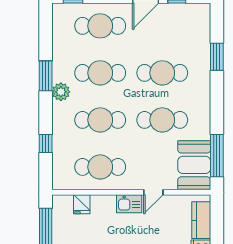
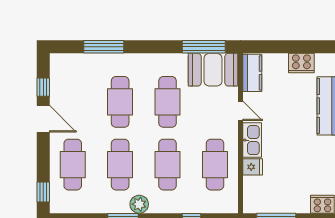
window: (217, 57) -> (104, 47), width x1.44
fridge: (82, 204) -> (253, 167), moved
kitchen sink: (129, 204) -> (252, 140), width x1.38
kitchen counter: (201, 220) -> (252, 73), moved, turned -90

